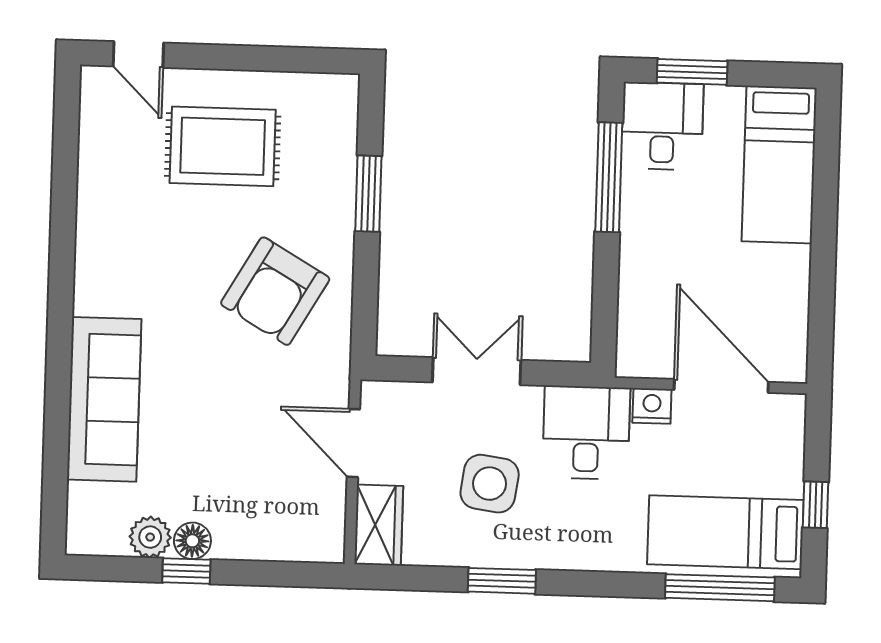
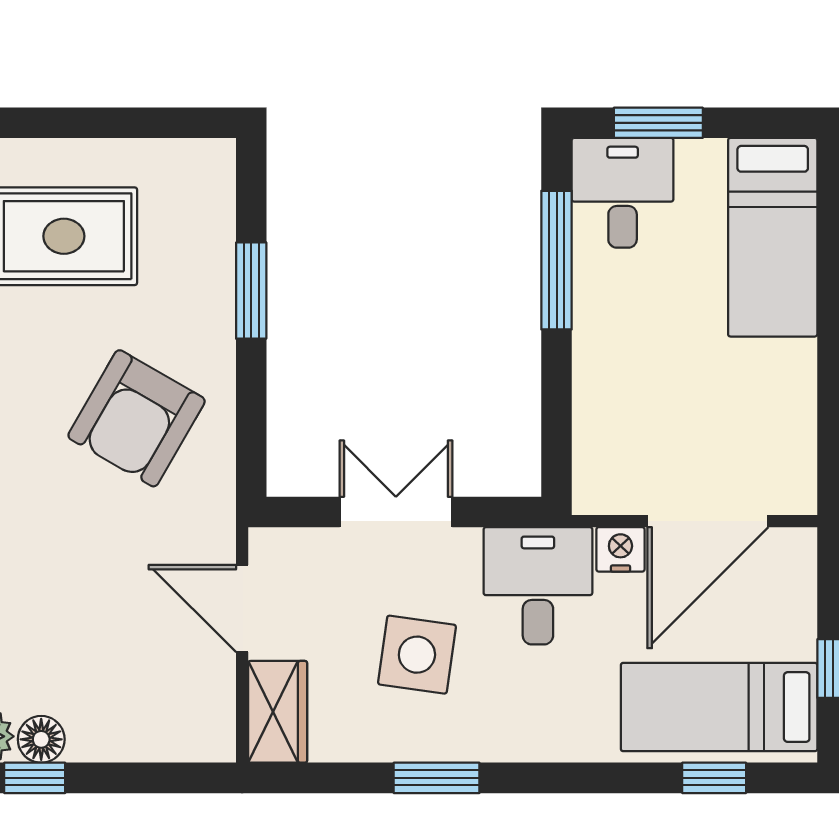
door: (721, 386) -> (708, 521), swing flipped
window: (720, 588) -> (714, 778), width x0.46

